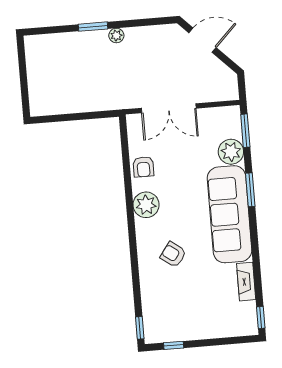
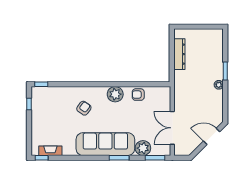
door: (203, 40) -> (212, 136), swing flipped
dresser: (71, 104) -> (179, 54), added
double door: (169, 108) -> (172, 128), moved
fireplace: (246, 282) -> (50, 151), moved

